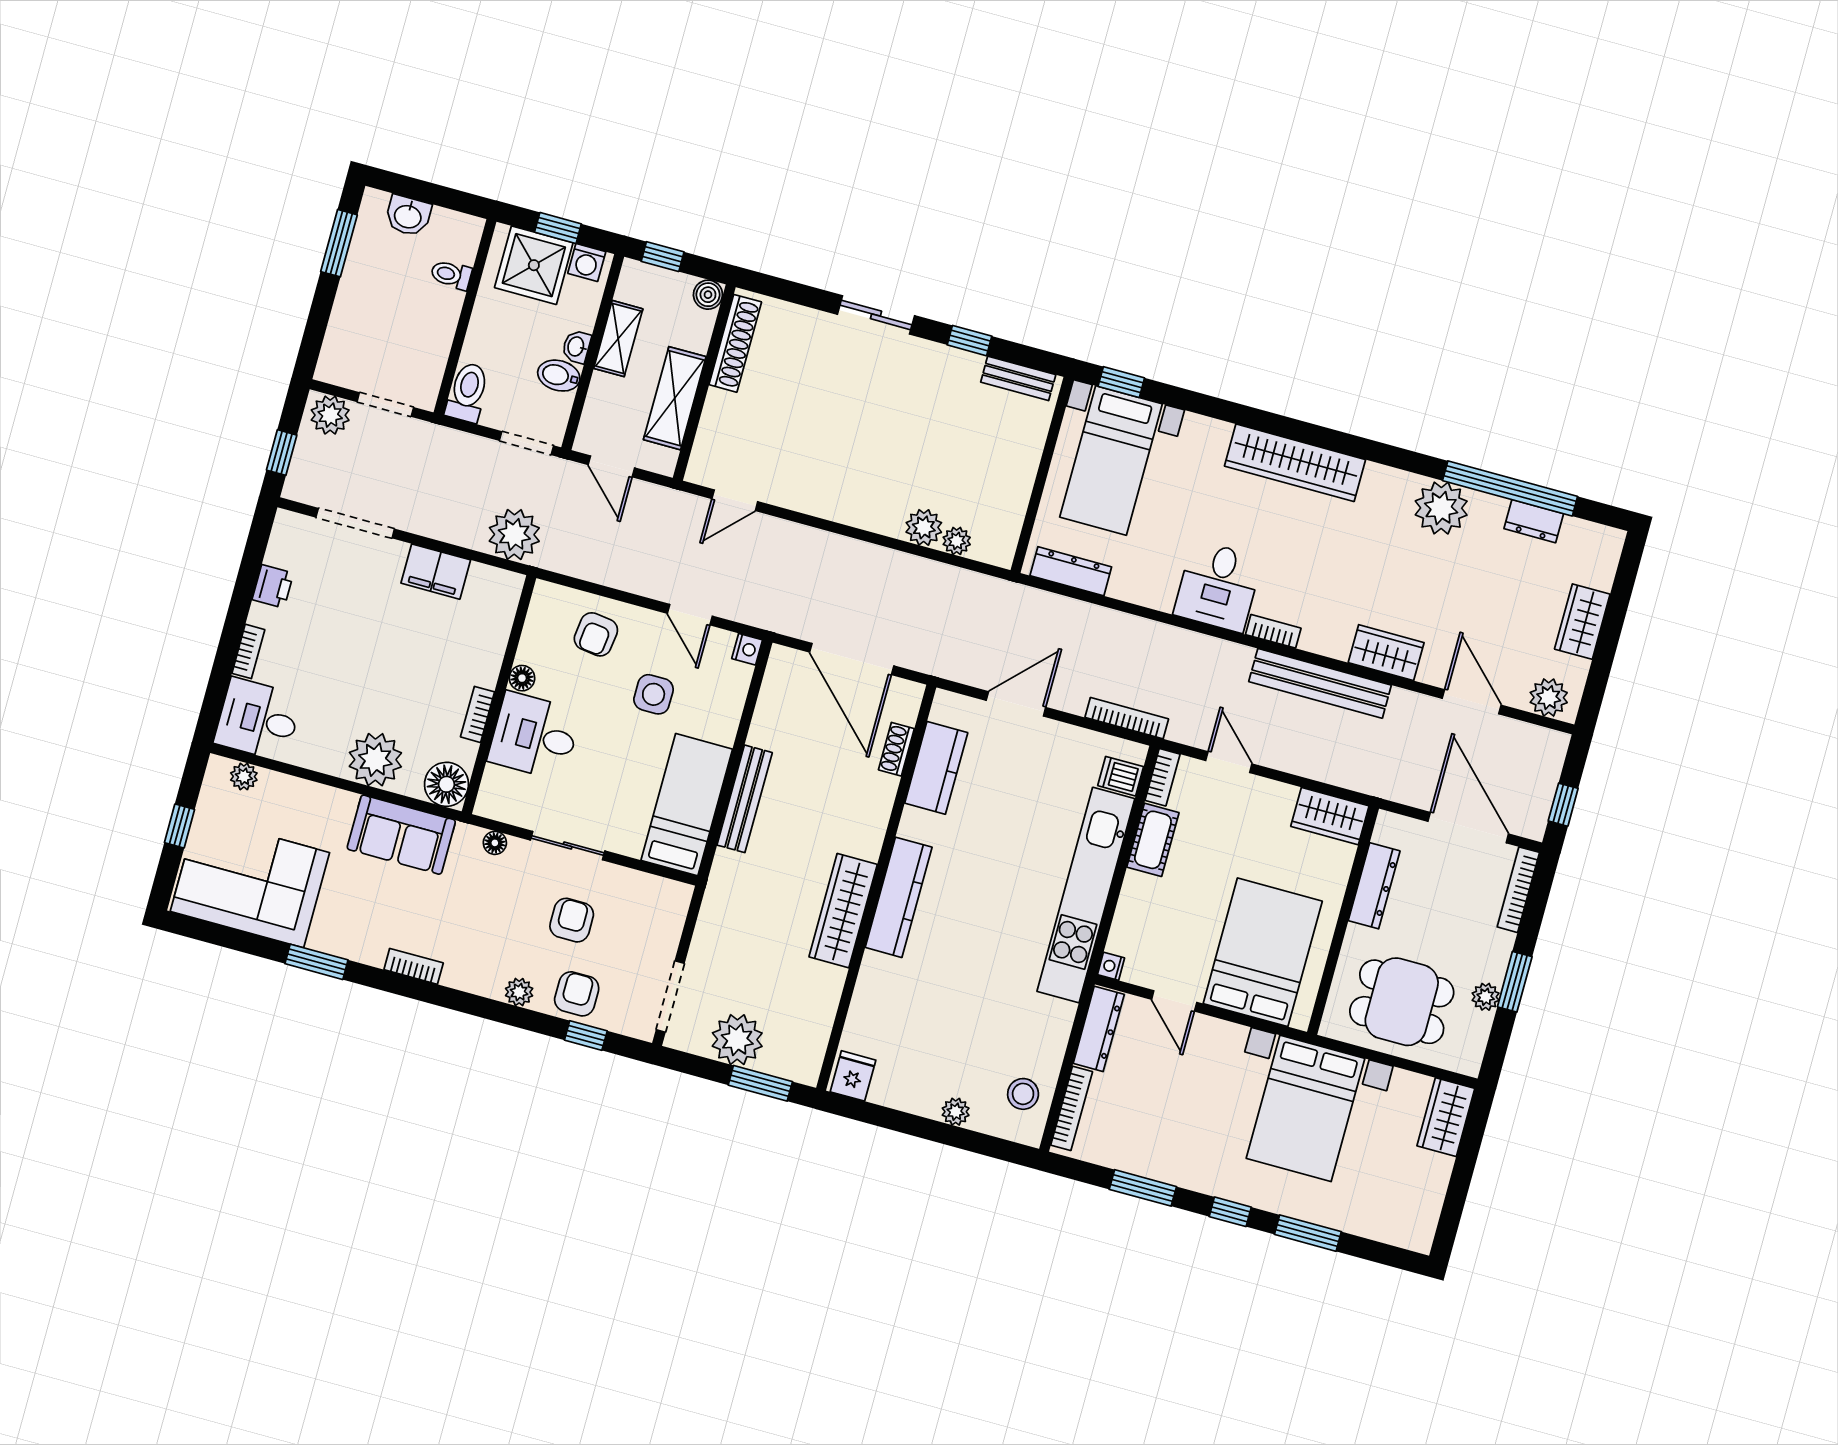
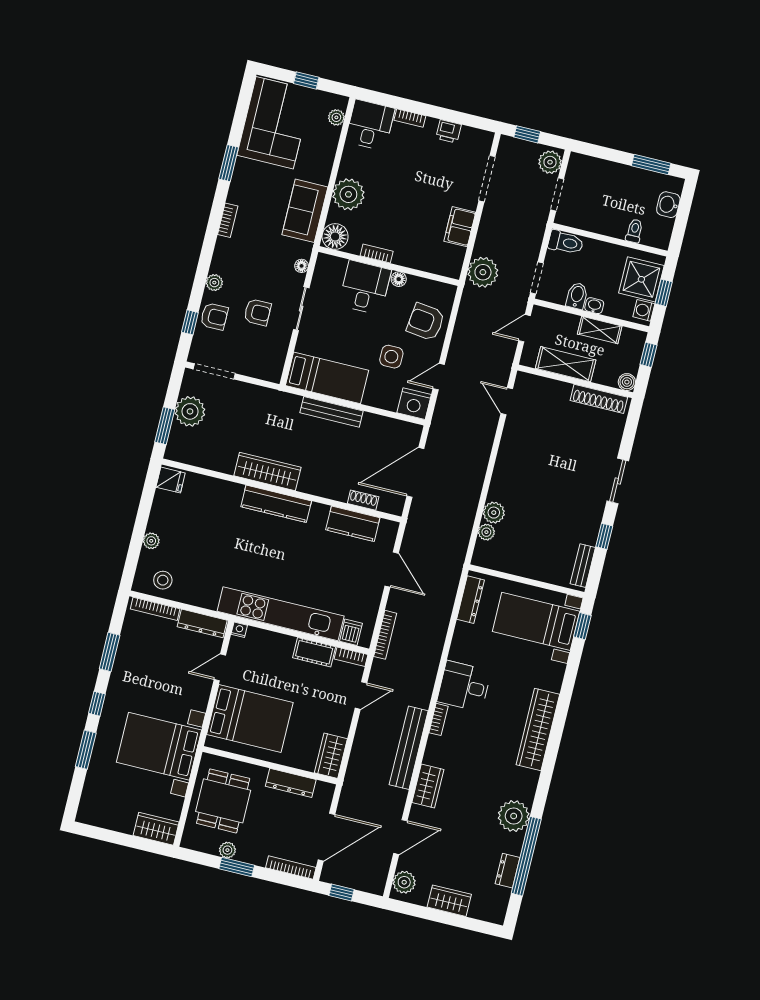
armchair: (596, 634) -> (426, 322), width x1.38, depth x1.38
nightstand: (747, 649) -> (414, 404), width x1.89, depth x1.79

